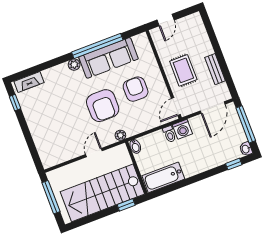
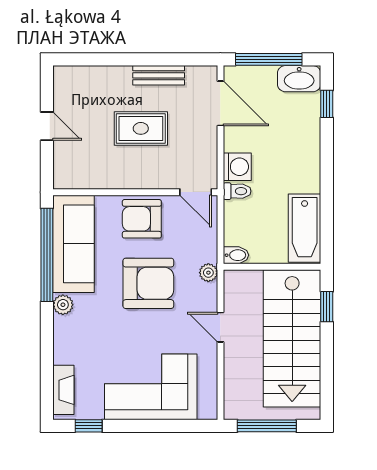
wall: (164, 74) -> (135, 192), moved
door: (176, 106) -> (196, 192), moved
corner sofa: (48, 128) -> (151, 387), added
washbasin: (246, 149) -> (299, 79), width x1.91, depth x1.45

